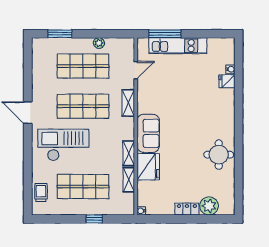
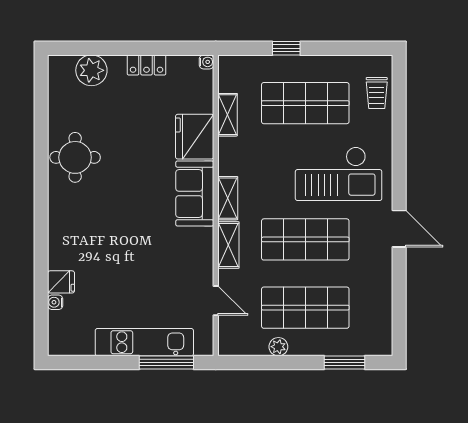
door: (136, 70) -> (216, 301), swing flipped
shelving: (129, 153) -> (228, 198), moved
locker: (187, 209) -> (147, 65), moved

